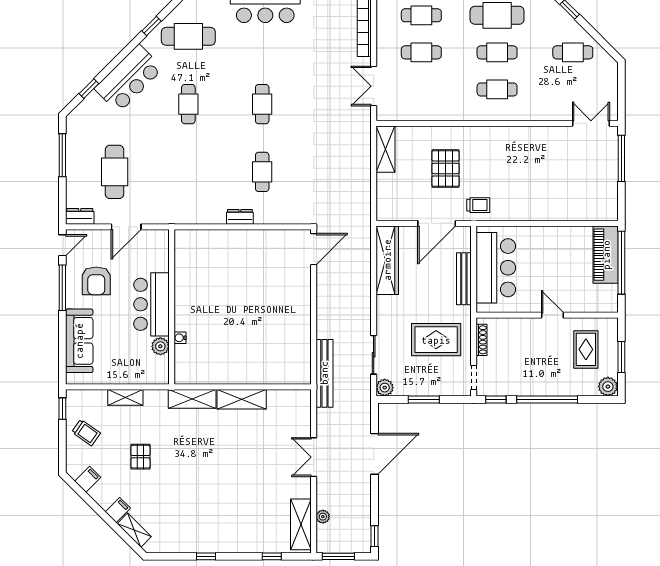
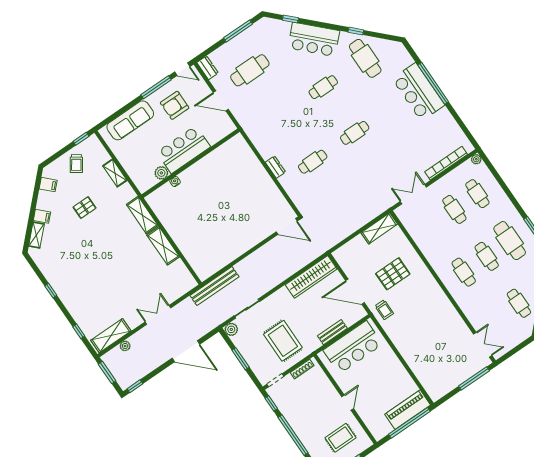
bench: (464, 279) -> (332, 332), width x0.73

